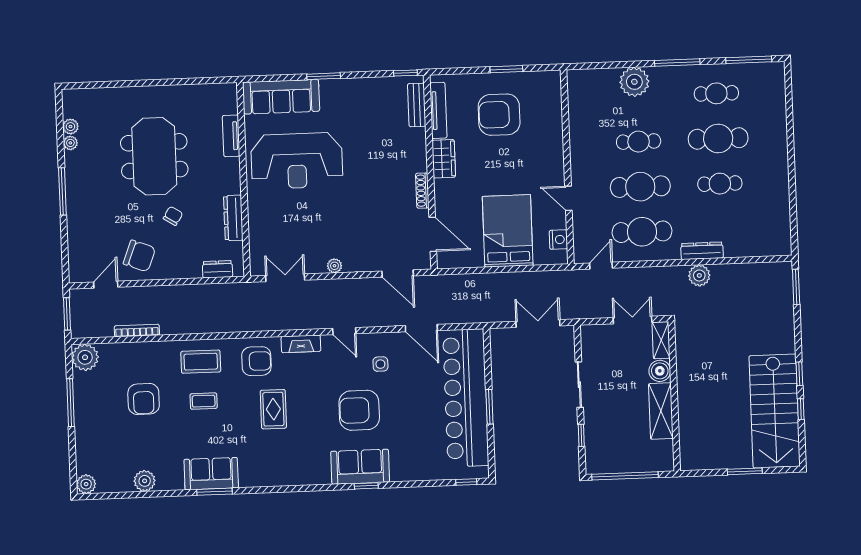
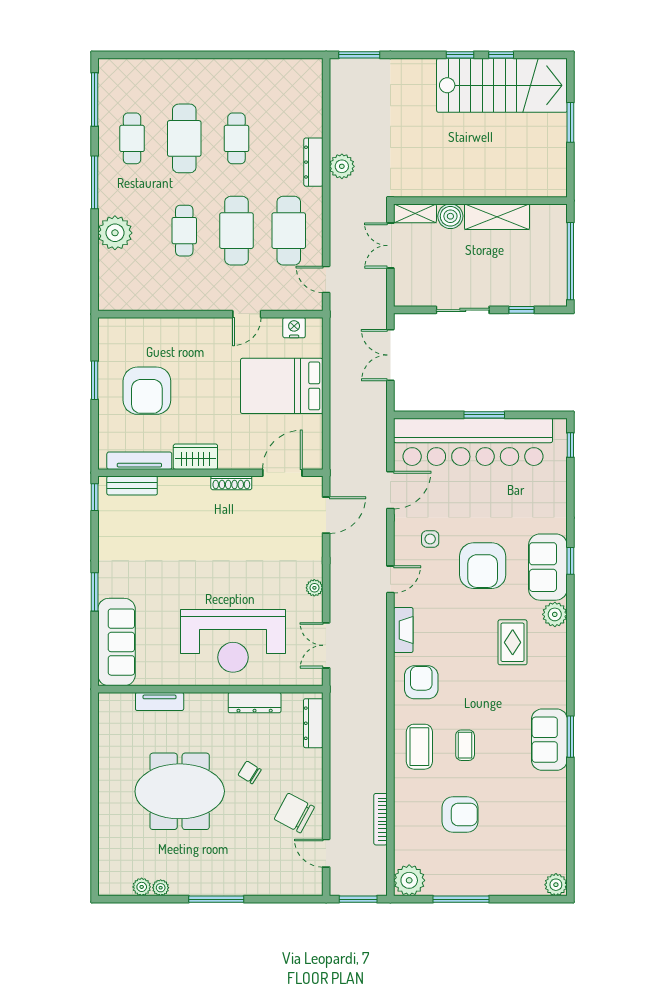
reception desk: (297, 161) -> (233, 641), moved, turned 90
chair: (139, 256) -> (294, 813), turned -83
dresser: (217, 269) -> (313, 723), width x1.44
rug: (273, 409) -> (513, 642), moved, turned 90
plant: (145, 481) -> (555, 614), moved

